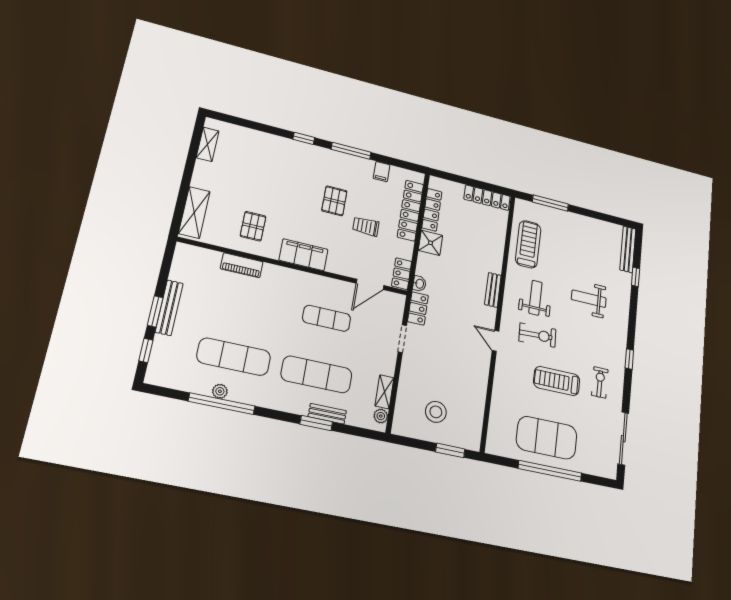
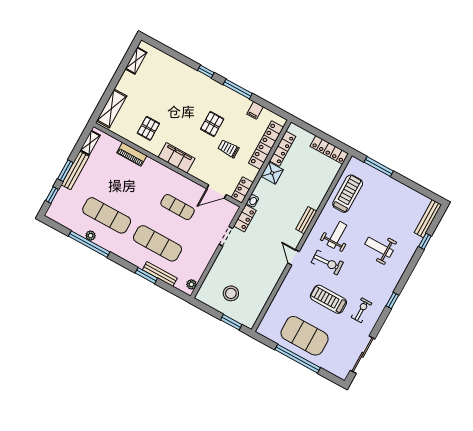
shelving: (384, 392) -> (90, 143), moved
bench: (327, 414) -> (160, 274), width x1.36

